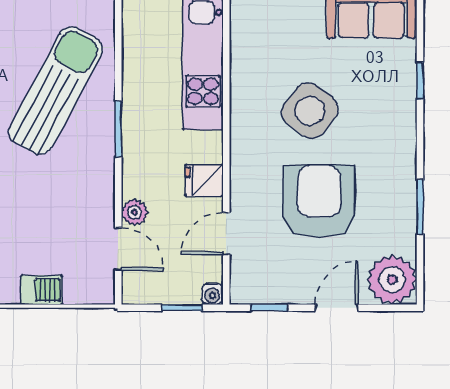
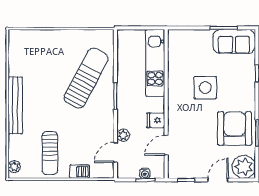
side table: (310, 111) -> (205, 88), turned -38
armchair: (319, 201) -> (235, 128), moved
door: (118, 249) -> (115, 152), swing flipped
water cooler: (212, 294) -> (145, 173), moved

